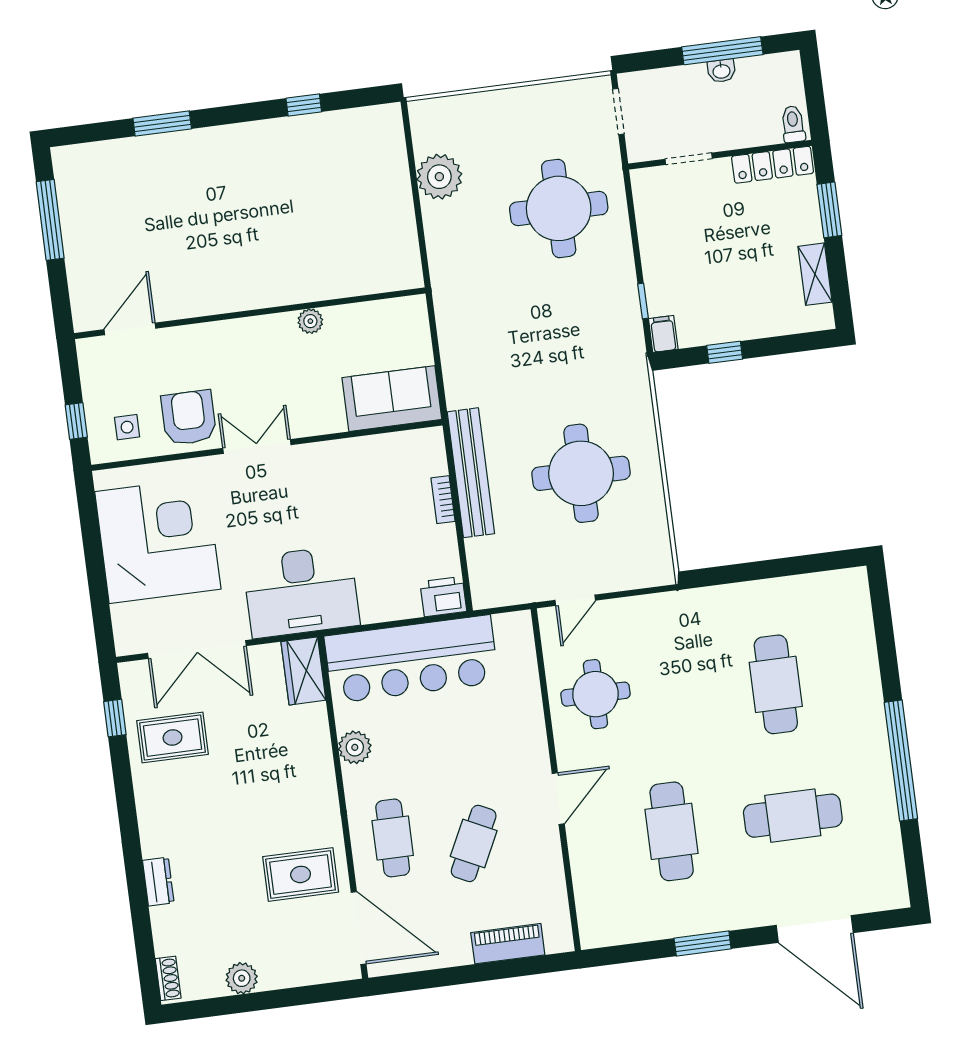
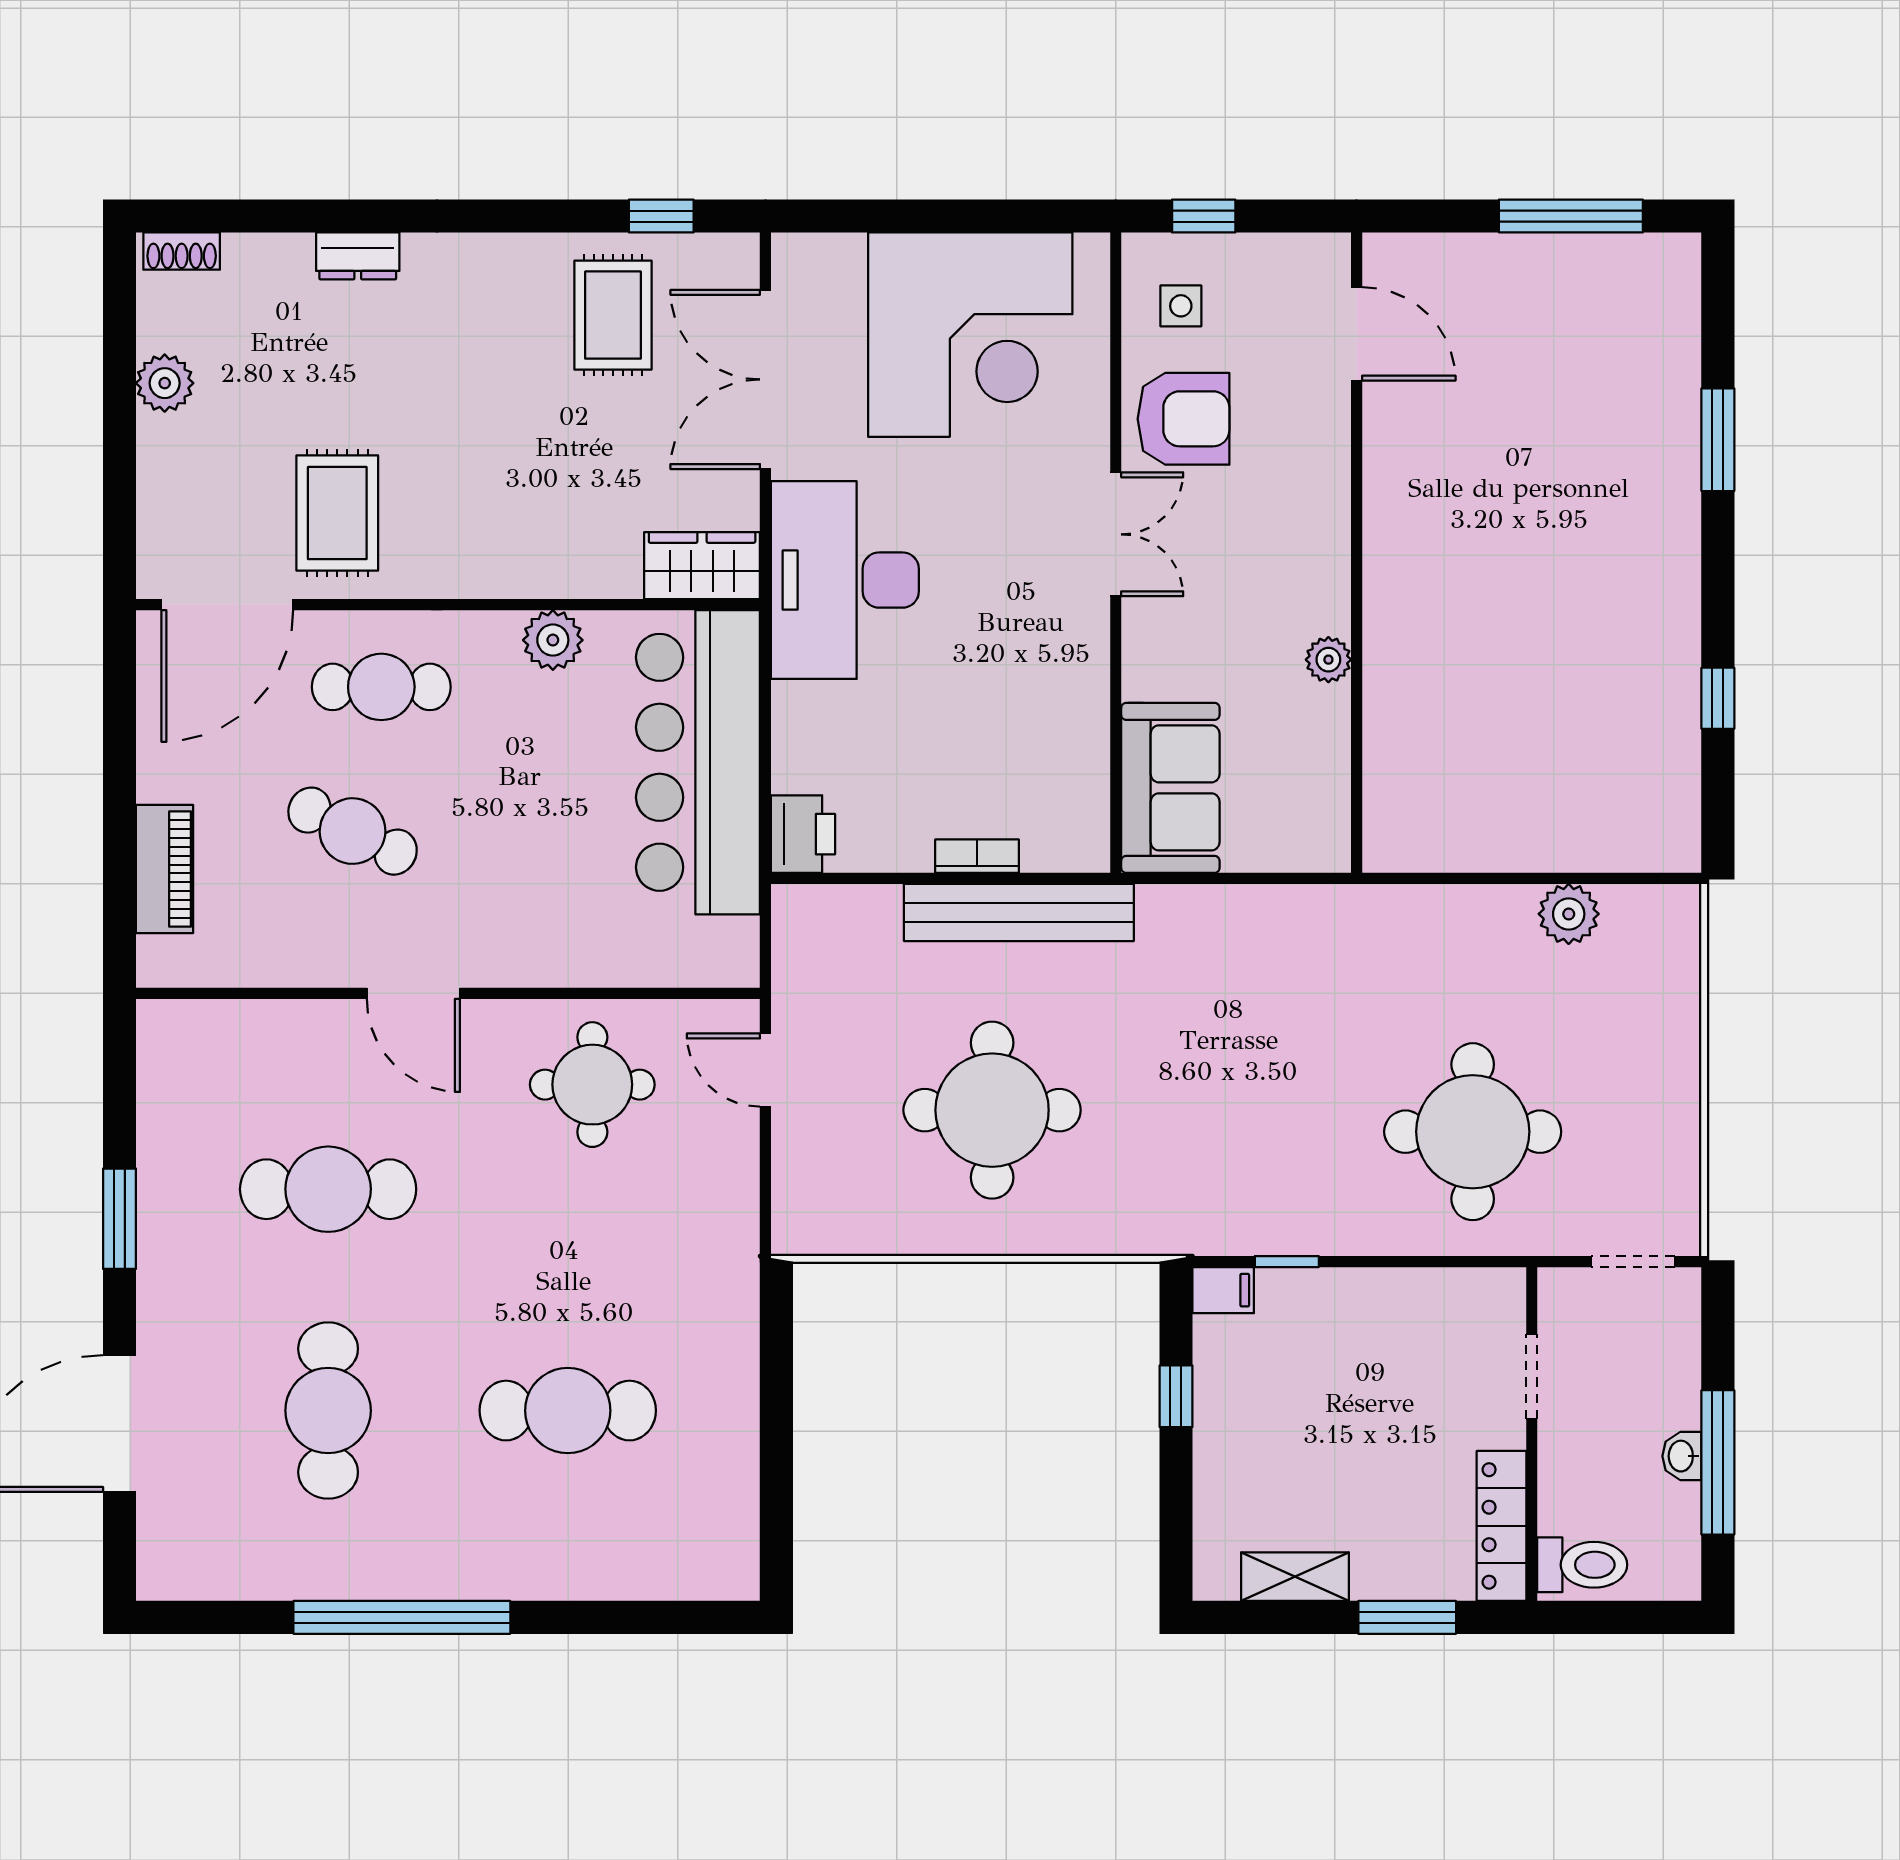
toilet: (793, 124) -> (1582, 1565), width x1.37, depth x1.39
plant: (439, 177) -> (1569, 914), width x0.73, depth x0.73

